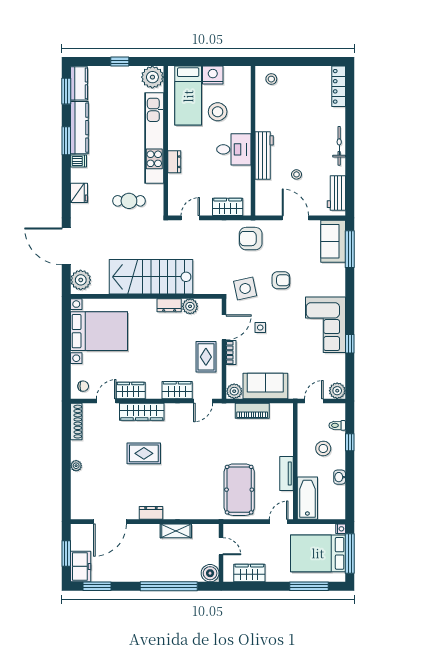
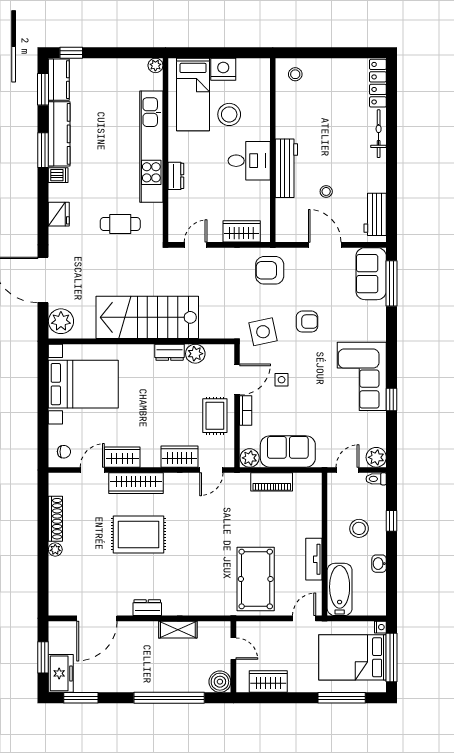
window: (120, 62) -> (71, 53), moved
plant: (152, 77) -> (155, 65), width x0.53, depth x0.53
bicycle: (339, 146) -> (379, 134), moved
shoe rack: (76, 422) -> (55, 519), moved
toilet: (337, 425) -> (376, 479), moved
rug: (144, 453) -> (139, 534), width x1.36, depth x1.43

